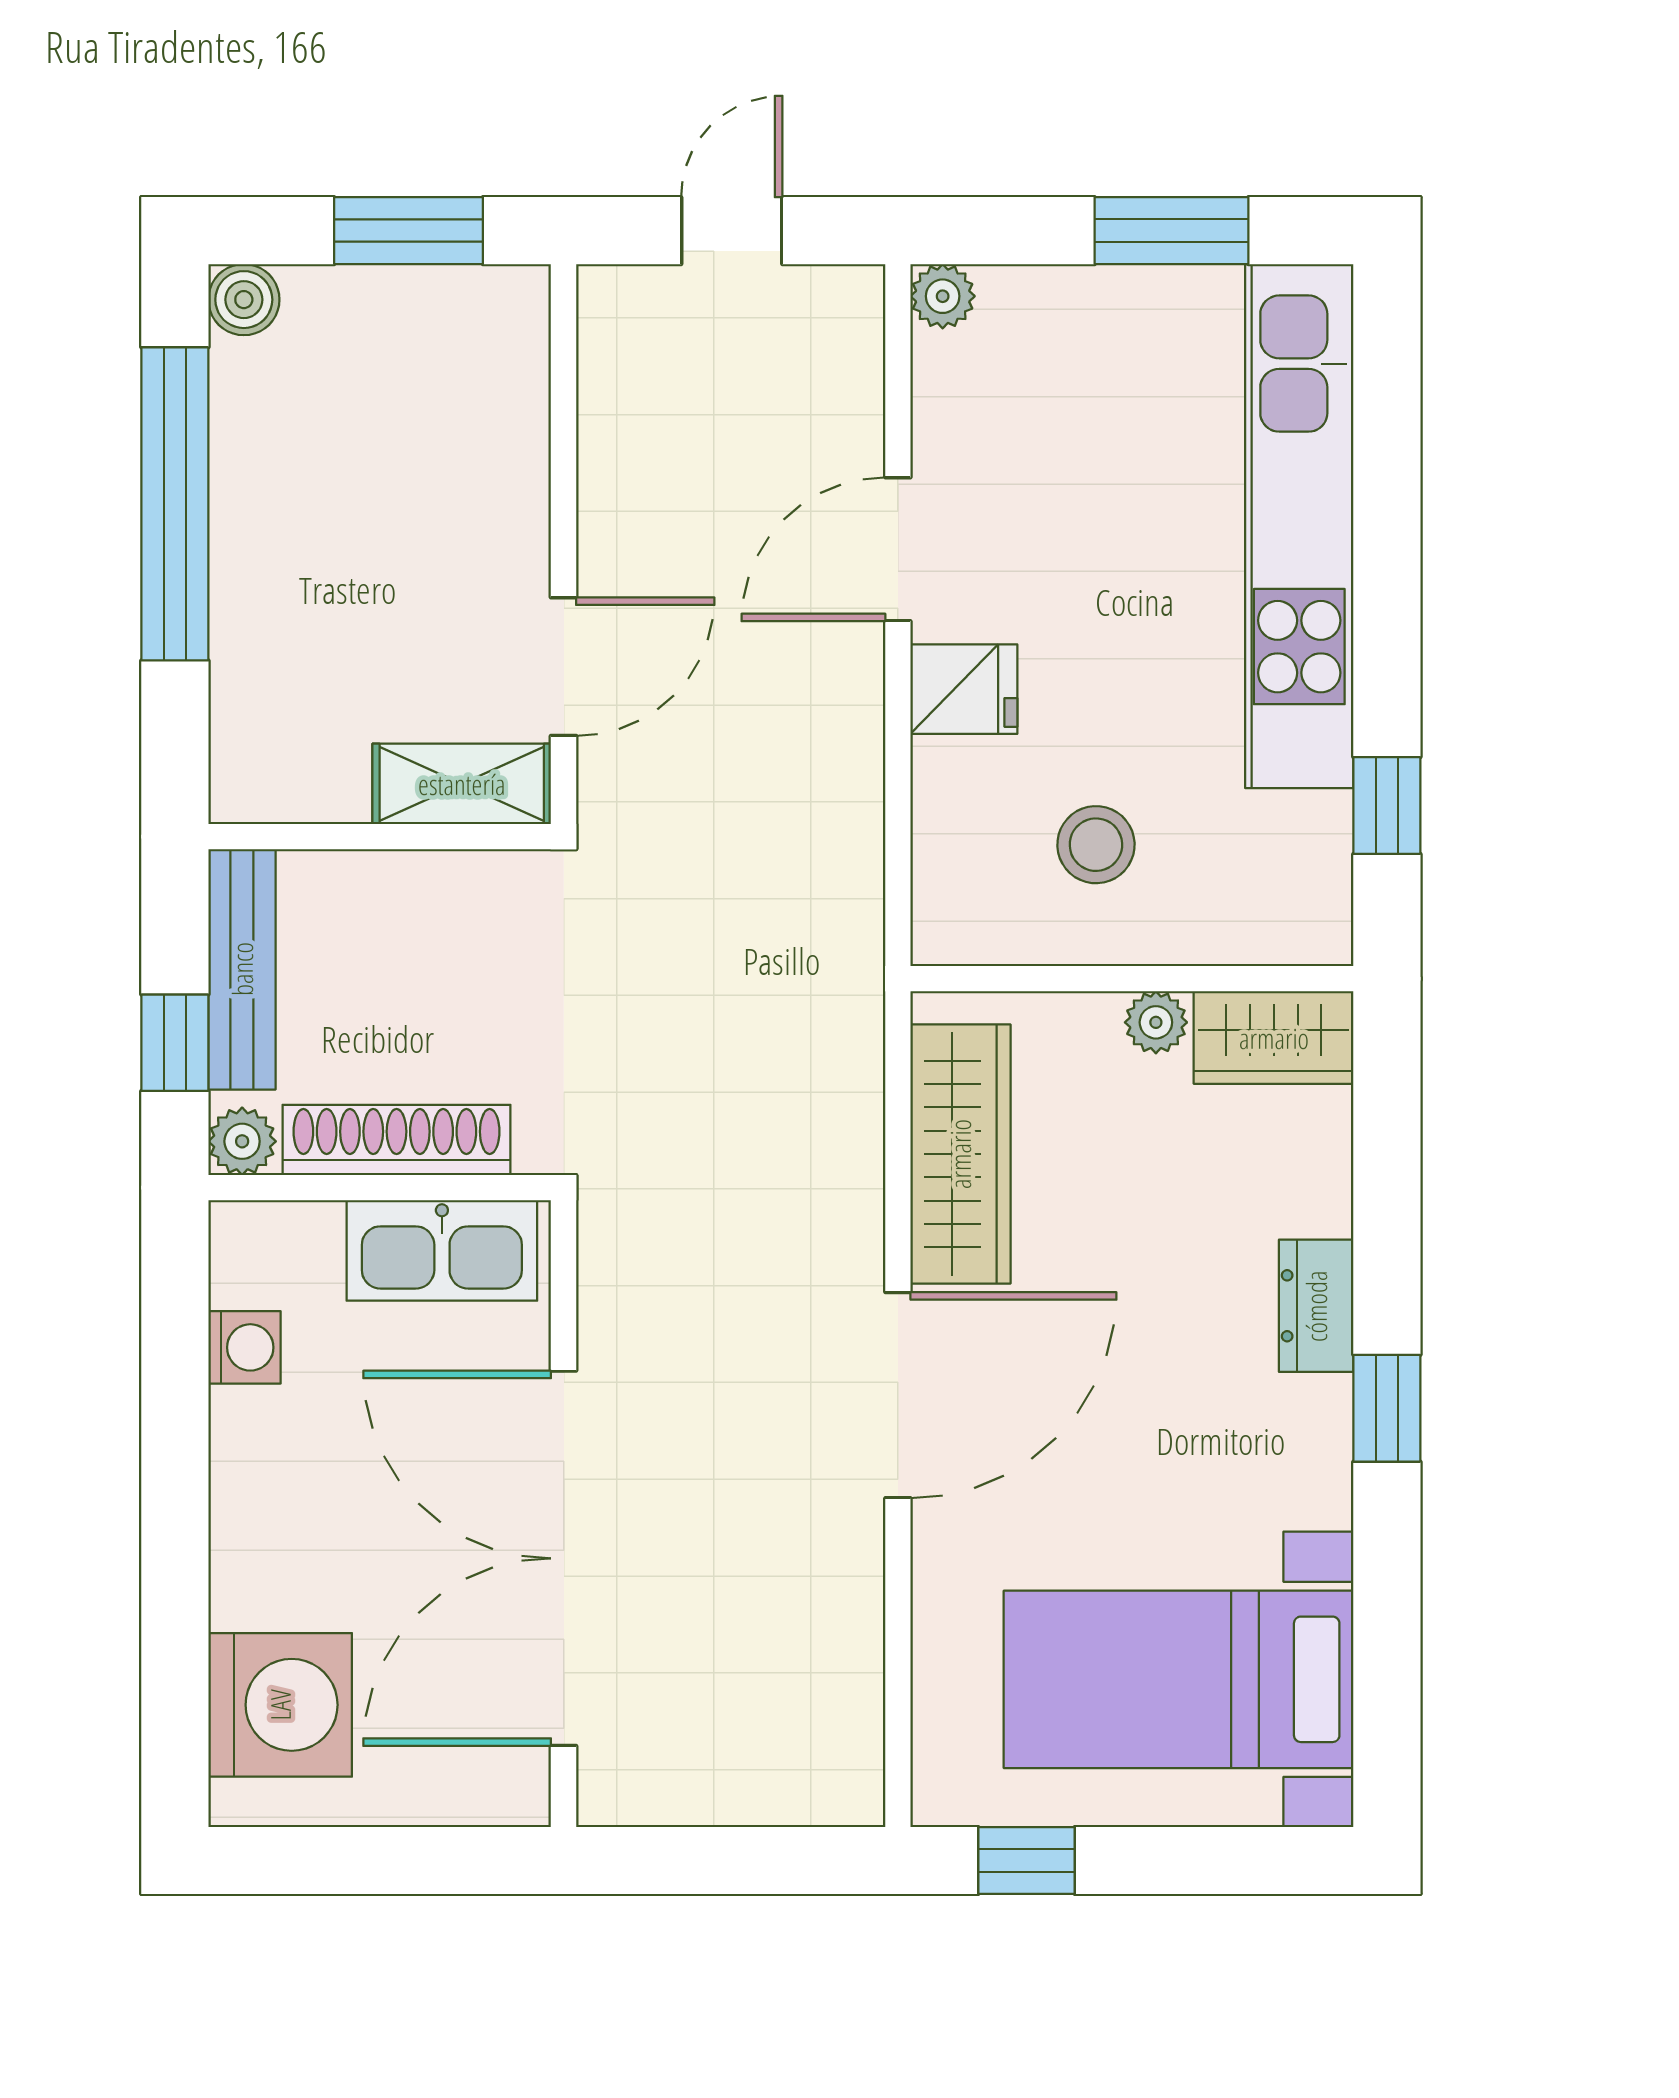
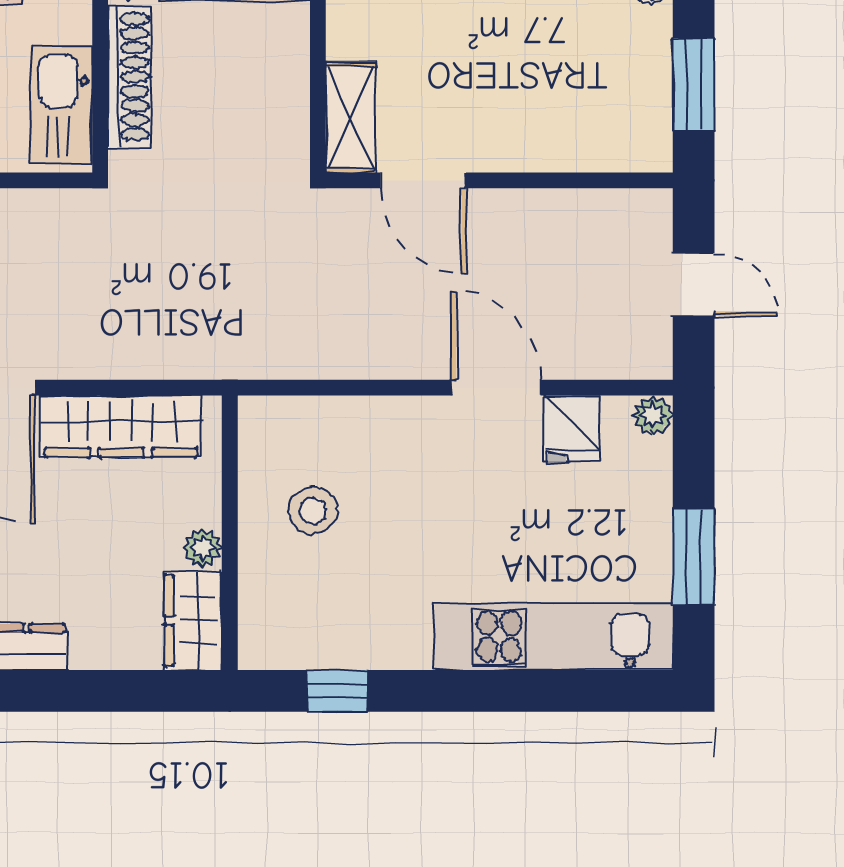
kitchen unit: (1299, 526) -> (554, 637), width x0.73
fridge: (964, 689) -> (572, 429), moved

